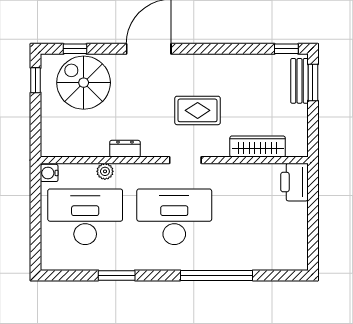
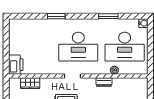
wardrobe: (258, 147) -> (30, 83), width x0.67
water cooler: (49, 173) -> (143, 23), moved
window: (217, 275) -> (56, 16), width x0.47

